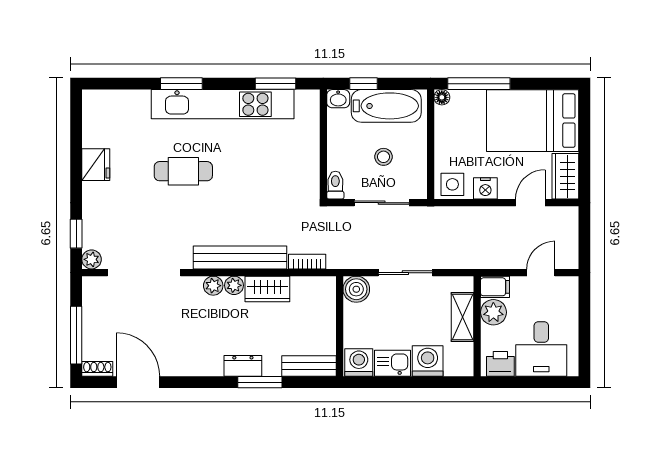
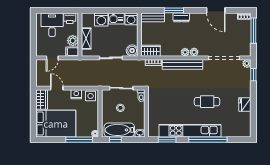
window: (181, 84) -> (208, 140), width x2.11
window: (363, 84) -> (115, 140), moved
door: (530, 203) -> (57, 88), swing flipped
wardrobe: (267, 289) -> (150, 51), moved
door: (138, 382) -> (216, 10), moved

